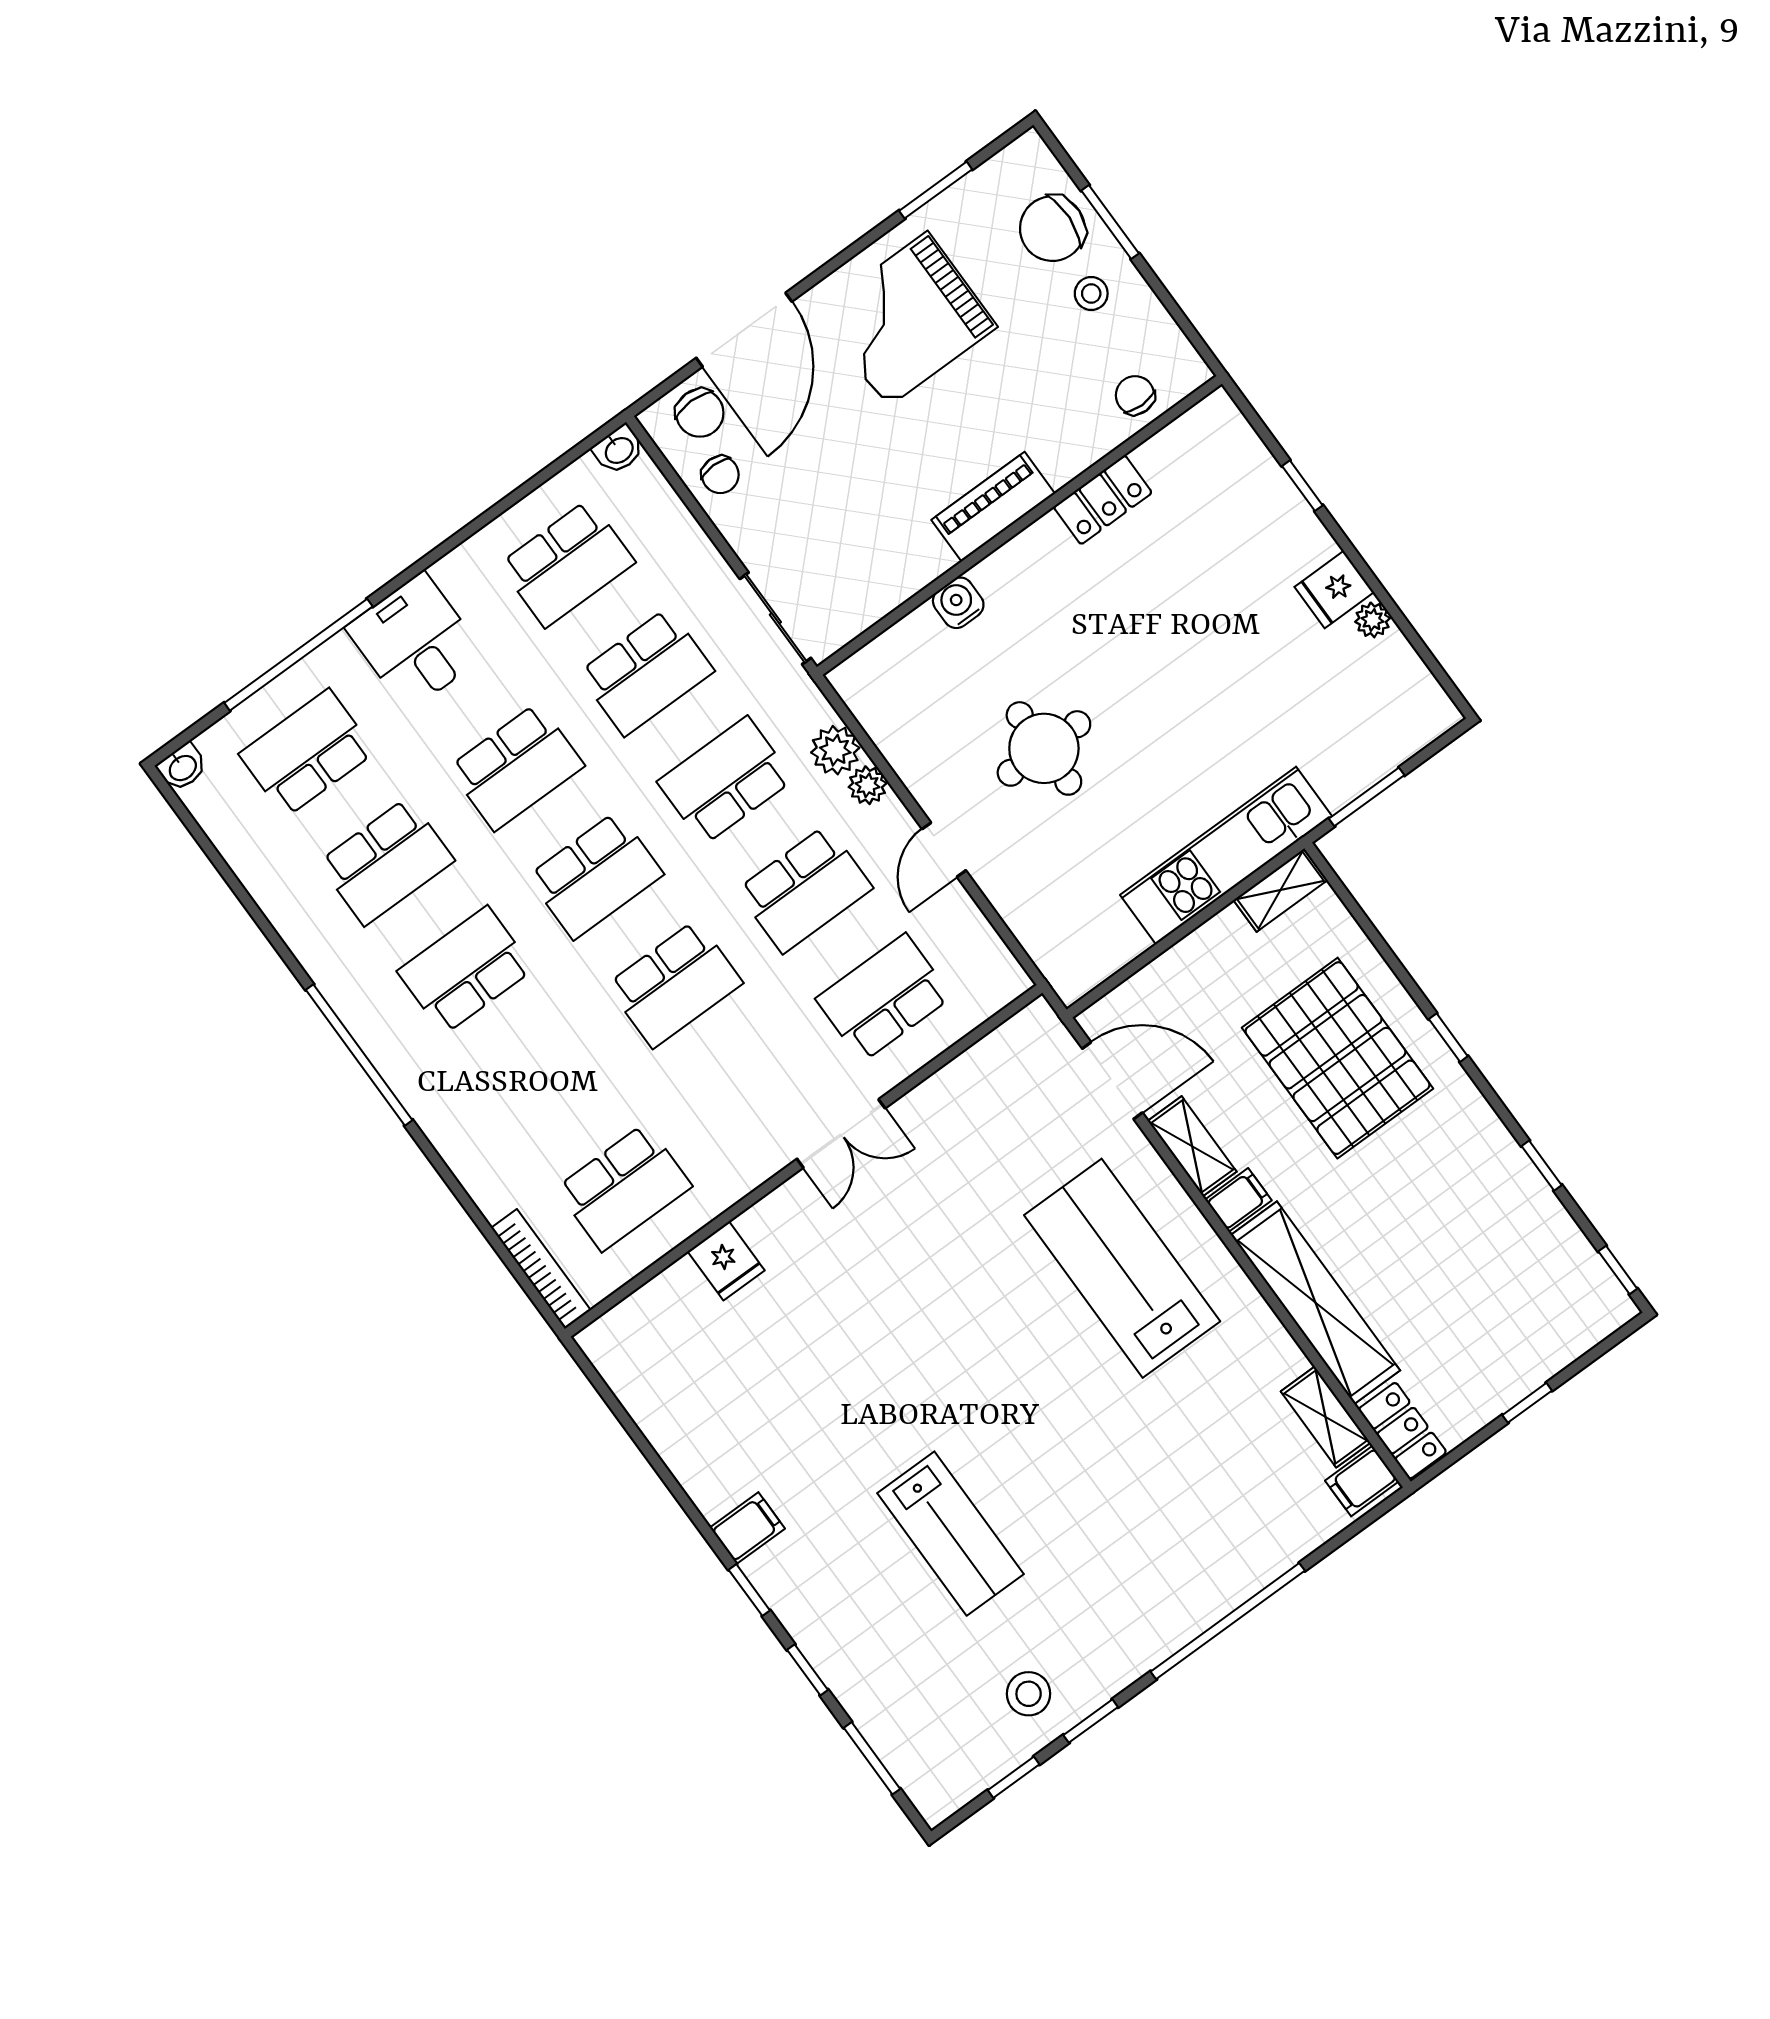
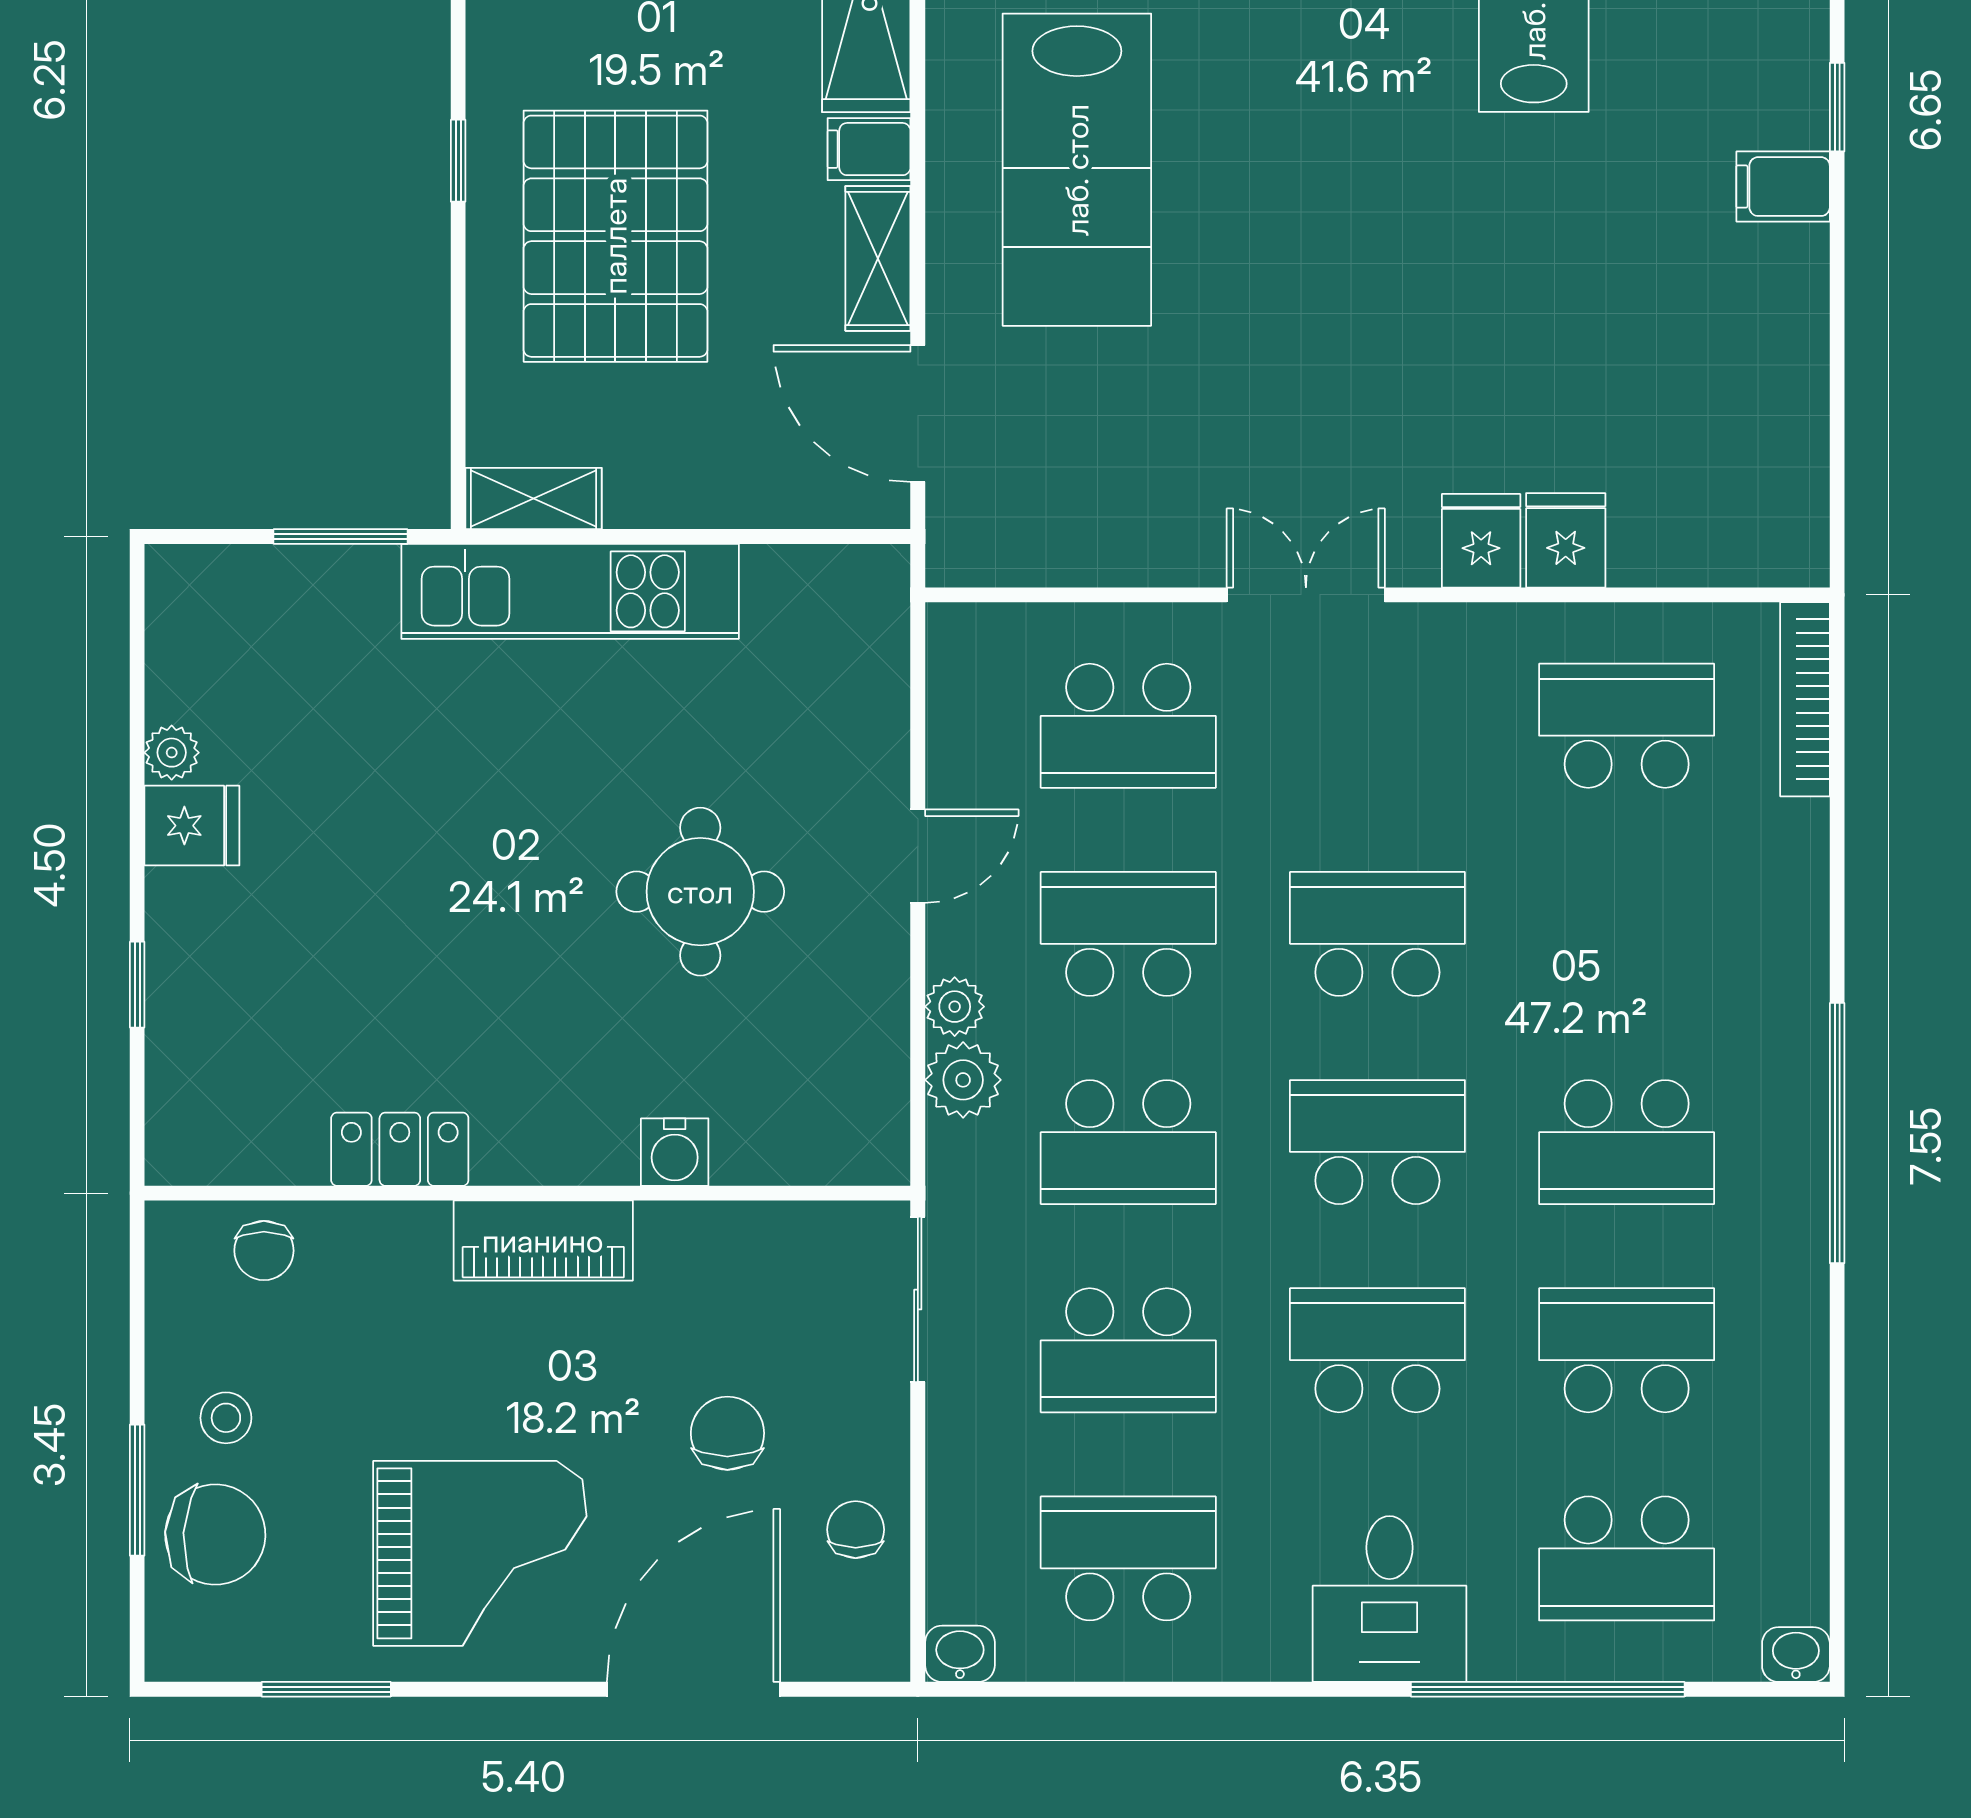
chair: (700, 413) -> (727, 1433), moved
school desk: (646, 672) -> (1128, 1350), turned 180
fridge: (770, 1228) -> (1481, 541), added

